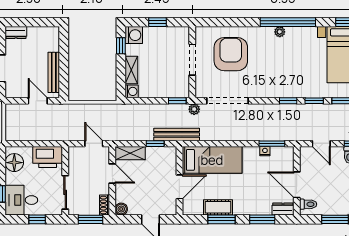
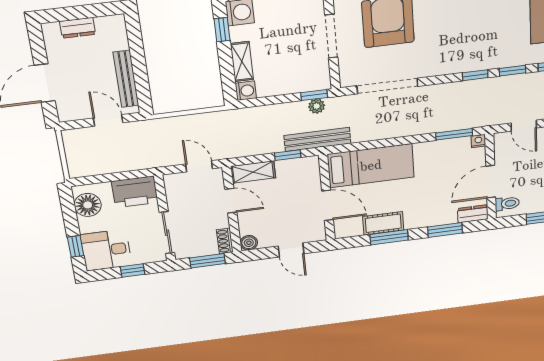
dresser: (16, 32) -> (78, 28), moved
plant: (194, 109) -> (317, 106), moved
nightstand: (265, 151) -> (478, 141), moved
door: (297, 185) -> (491, 182), hinge flipped
door: (179, 187) -> (328, 205), hinge flipped

